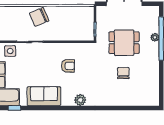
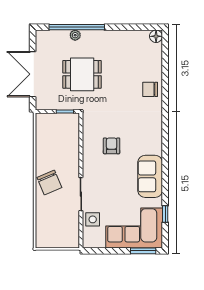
dining table: (124, 43) -> (82, 74), turned 90
chair: (123, 73) -> (150, 89), moved
plant: (80, 100) -> (155, 130), removed
floor lamp: (154, 101) -> (156, 36), added

